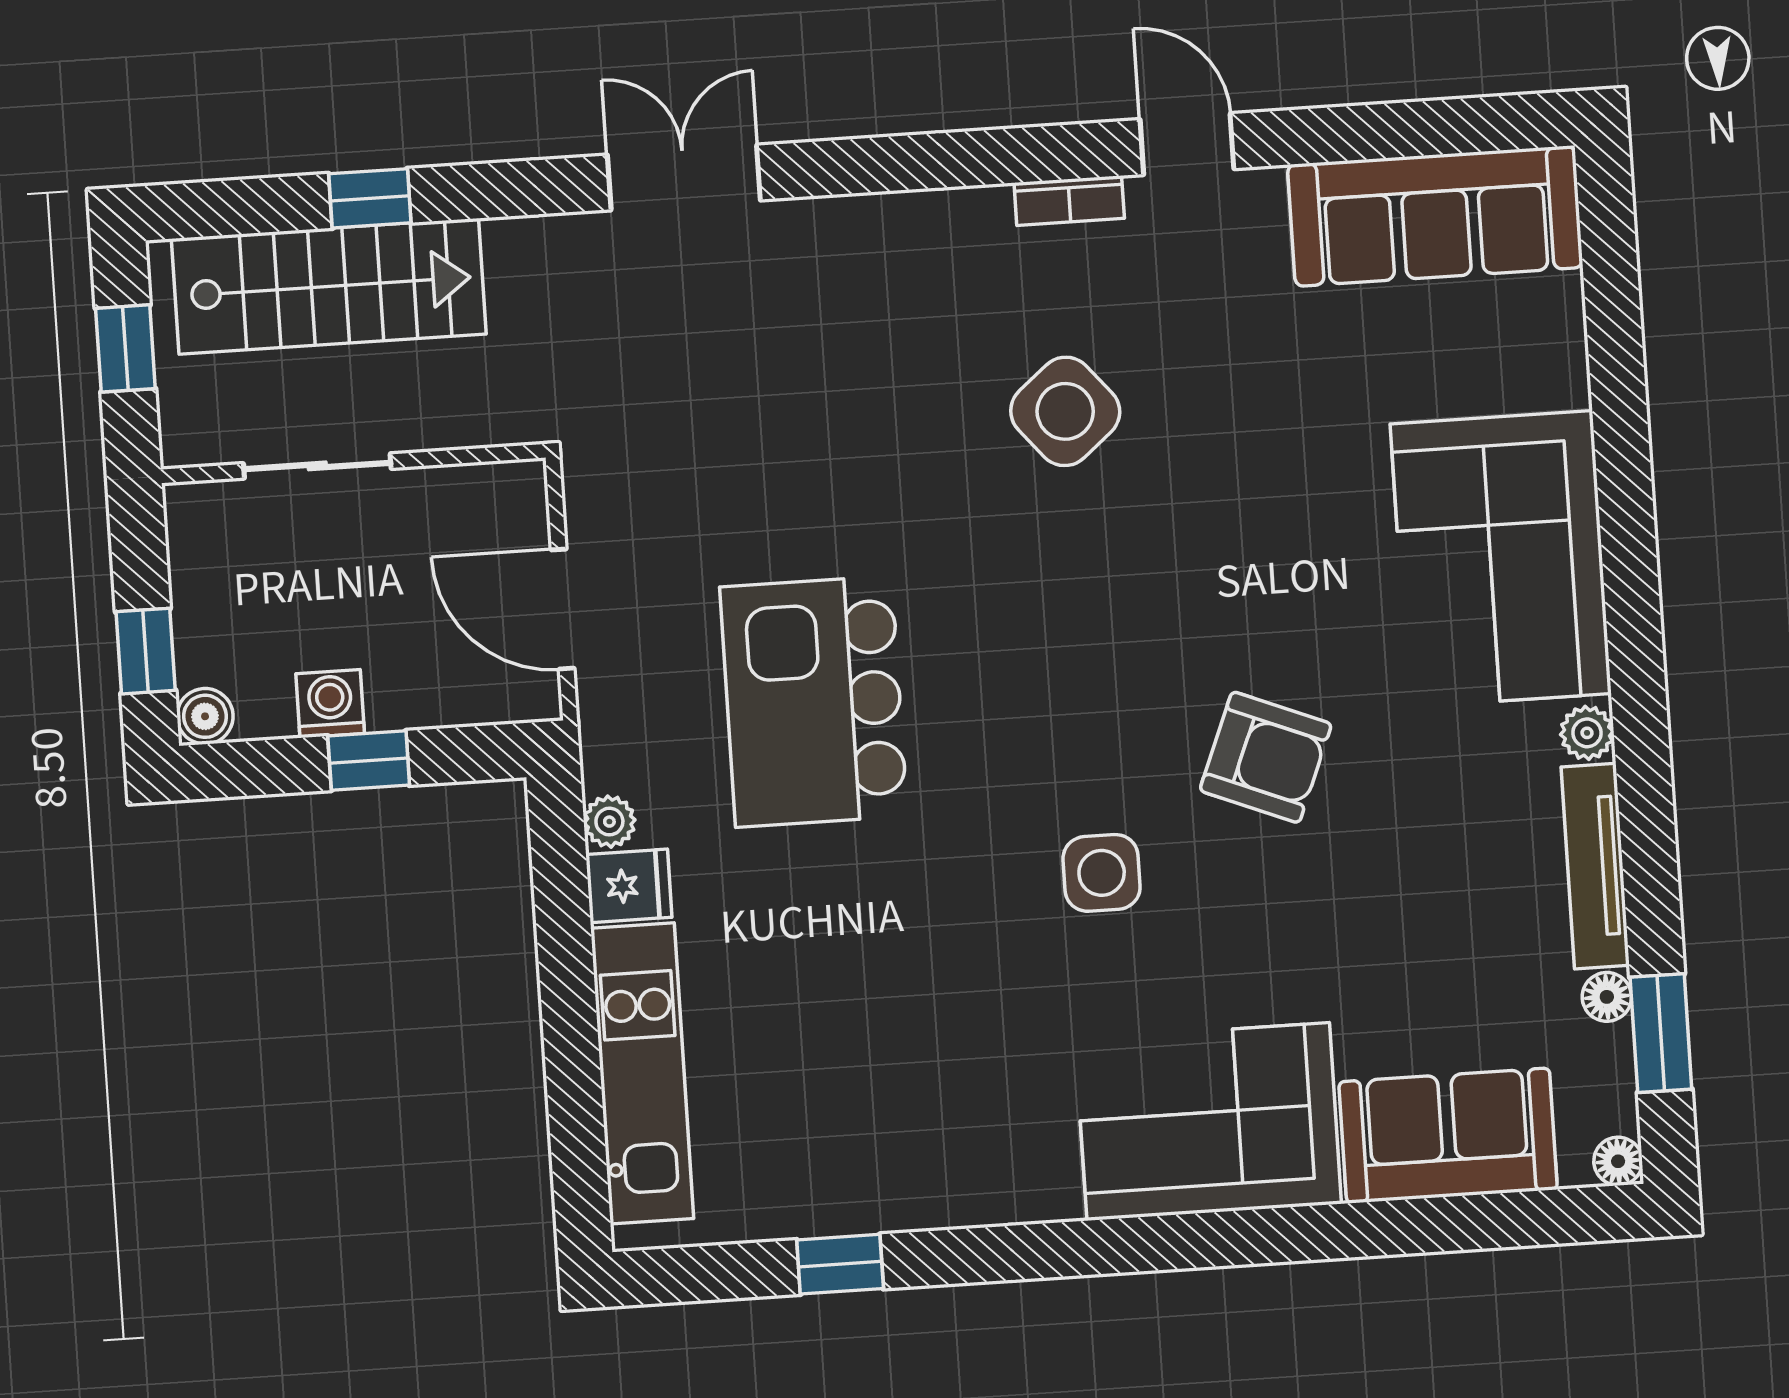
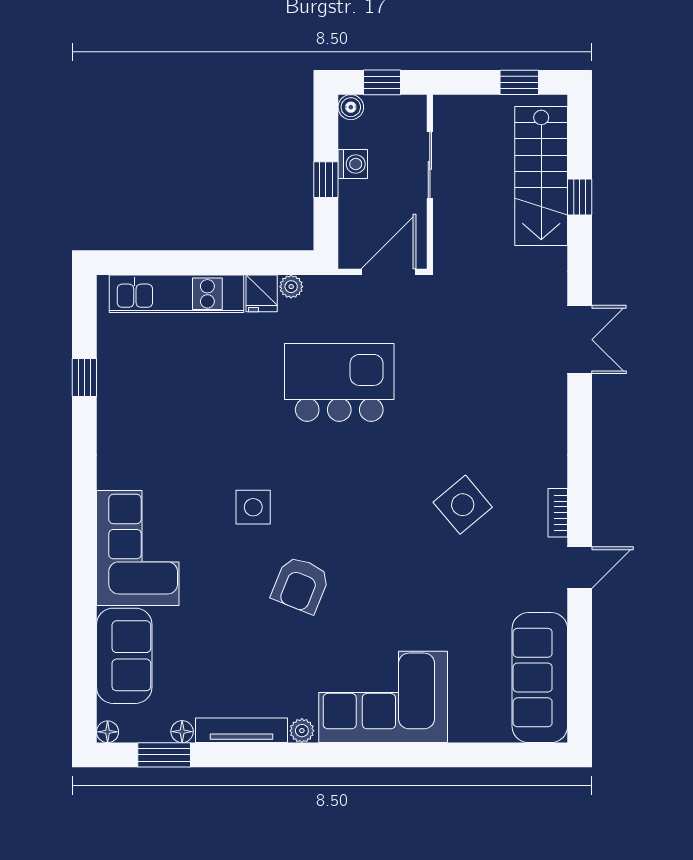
wall: (353, 464) -> (430, 182), moved
sliding door: (317, 466) -> (430, 165), moved

